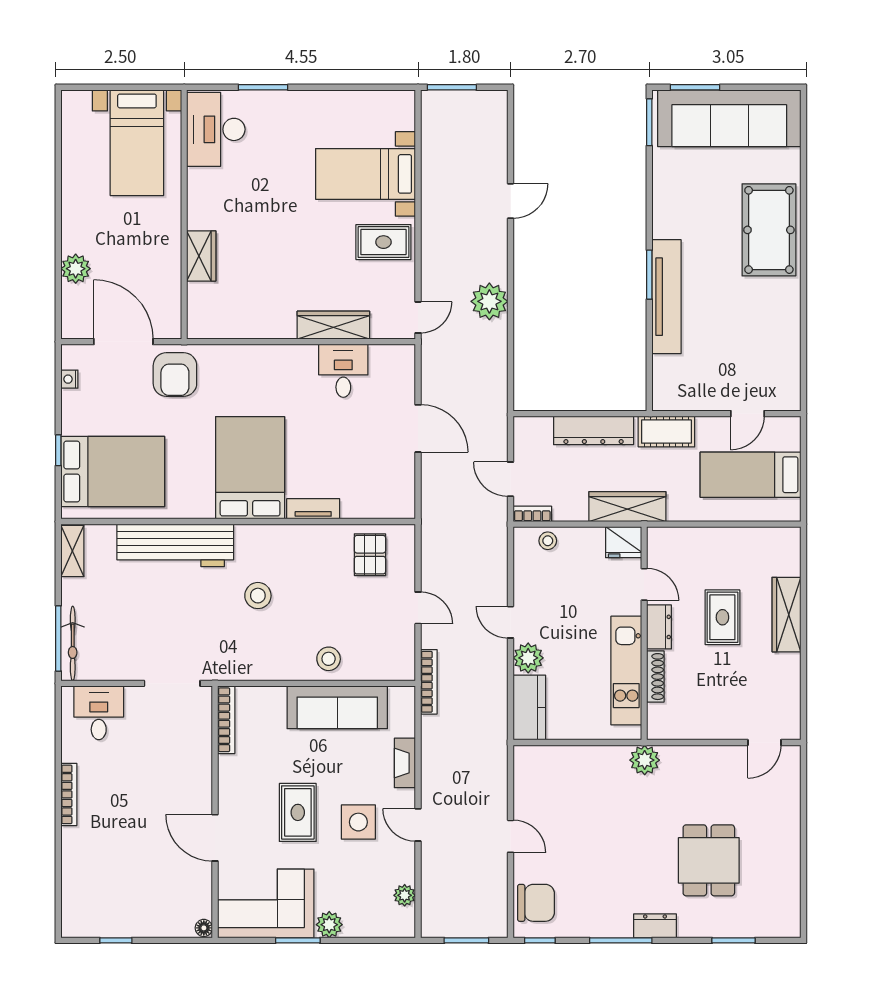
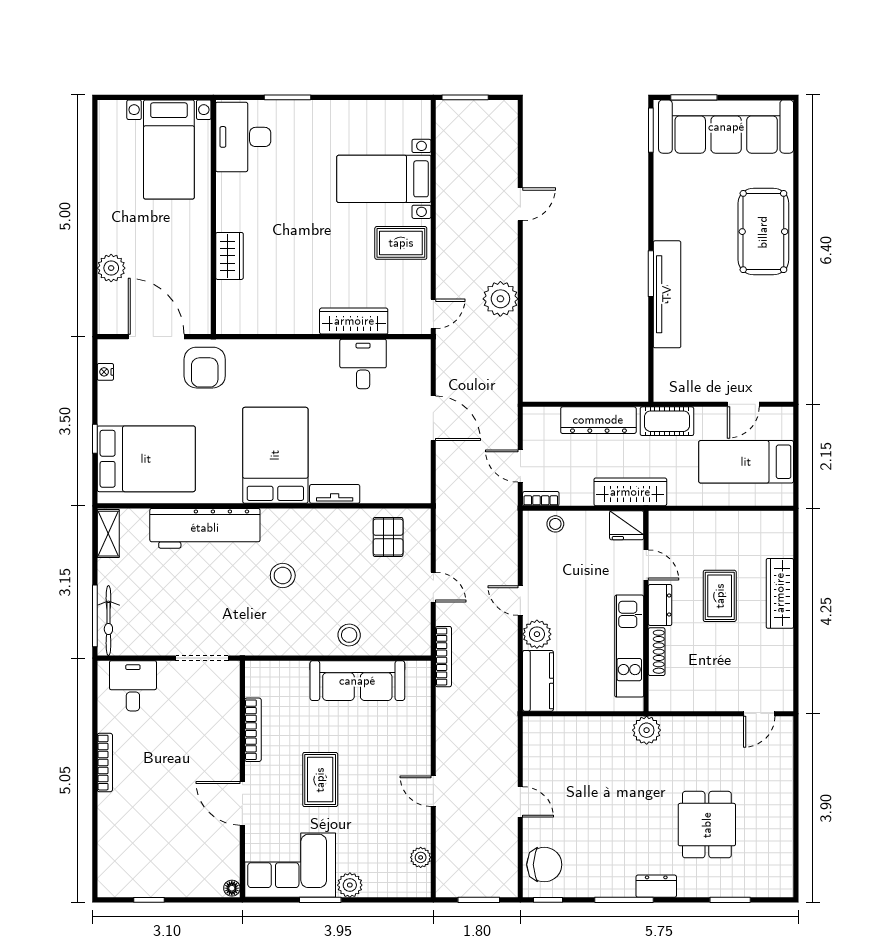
bookcase: (226, 720) -> (253, 730), moved
fireplace: (405, 763) -> (421, 733), removed
side table: (358, 822) -> (377, 789), removed

